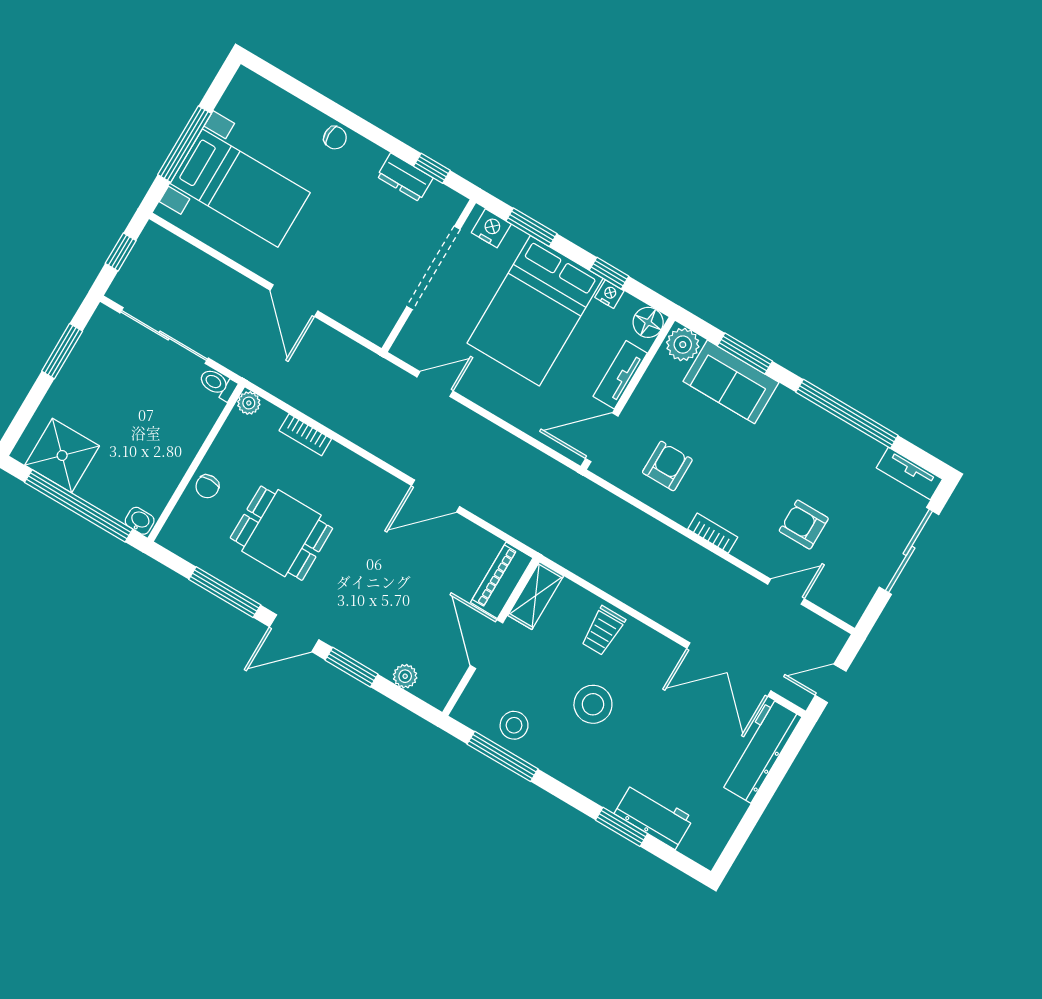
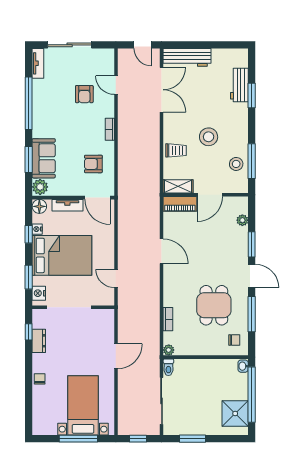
chair: (207, 486) -> (234, 340), moved

